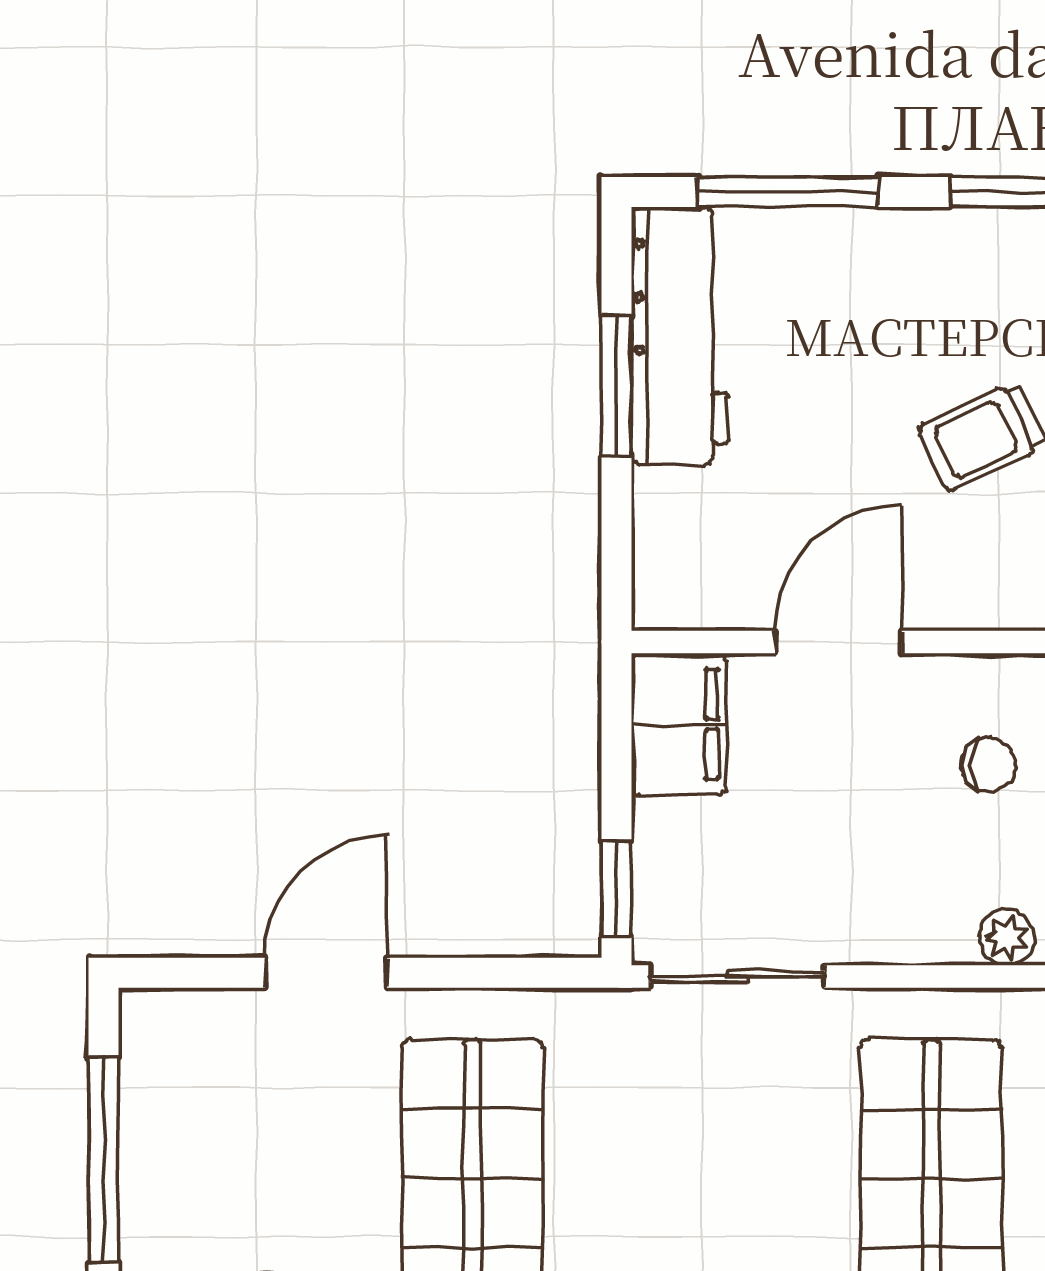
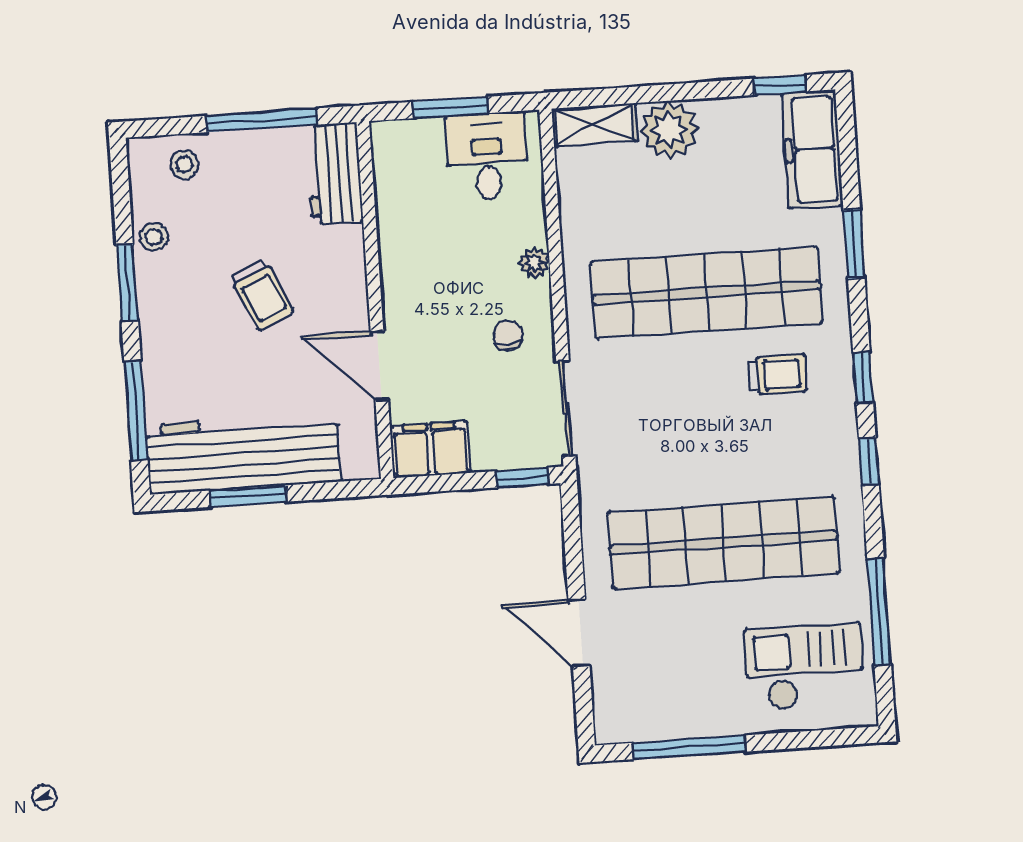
workbench: (680, 336) -> (243, 453), width x1.36, depth x1.32
chair: (989, 764) -> (508, 335), moved

